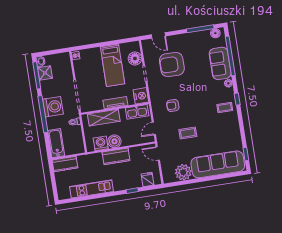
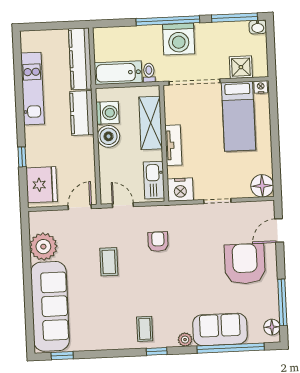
floor lamp: (135, 59) -> (262, 186), moved
bed: (113, 65) -> (239, 116), moved, turned -90
armchair: (172, 65) -> (245, 264), moved
shower: (45, 73) -> (241, 67), moved
bathtub: (56, 143) -> (118, 73), moved, turned 180
kitchen counter: (116, 156) -> (82, 113), moved
kitchen counter: (65, 164) -> (80, 59), width x1.50
fridge: (147, 180) -> (42, 185), width x1.88, depth x1.34

